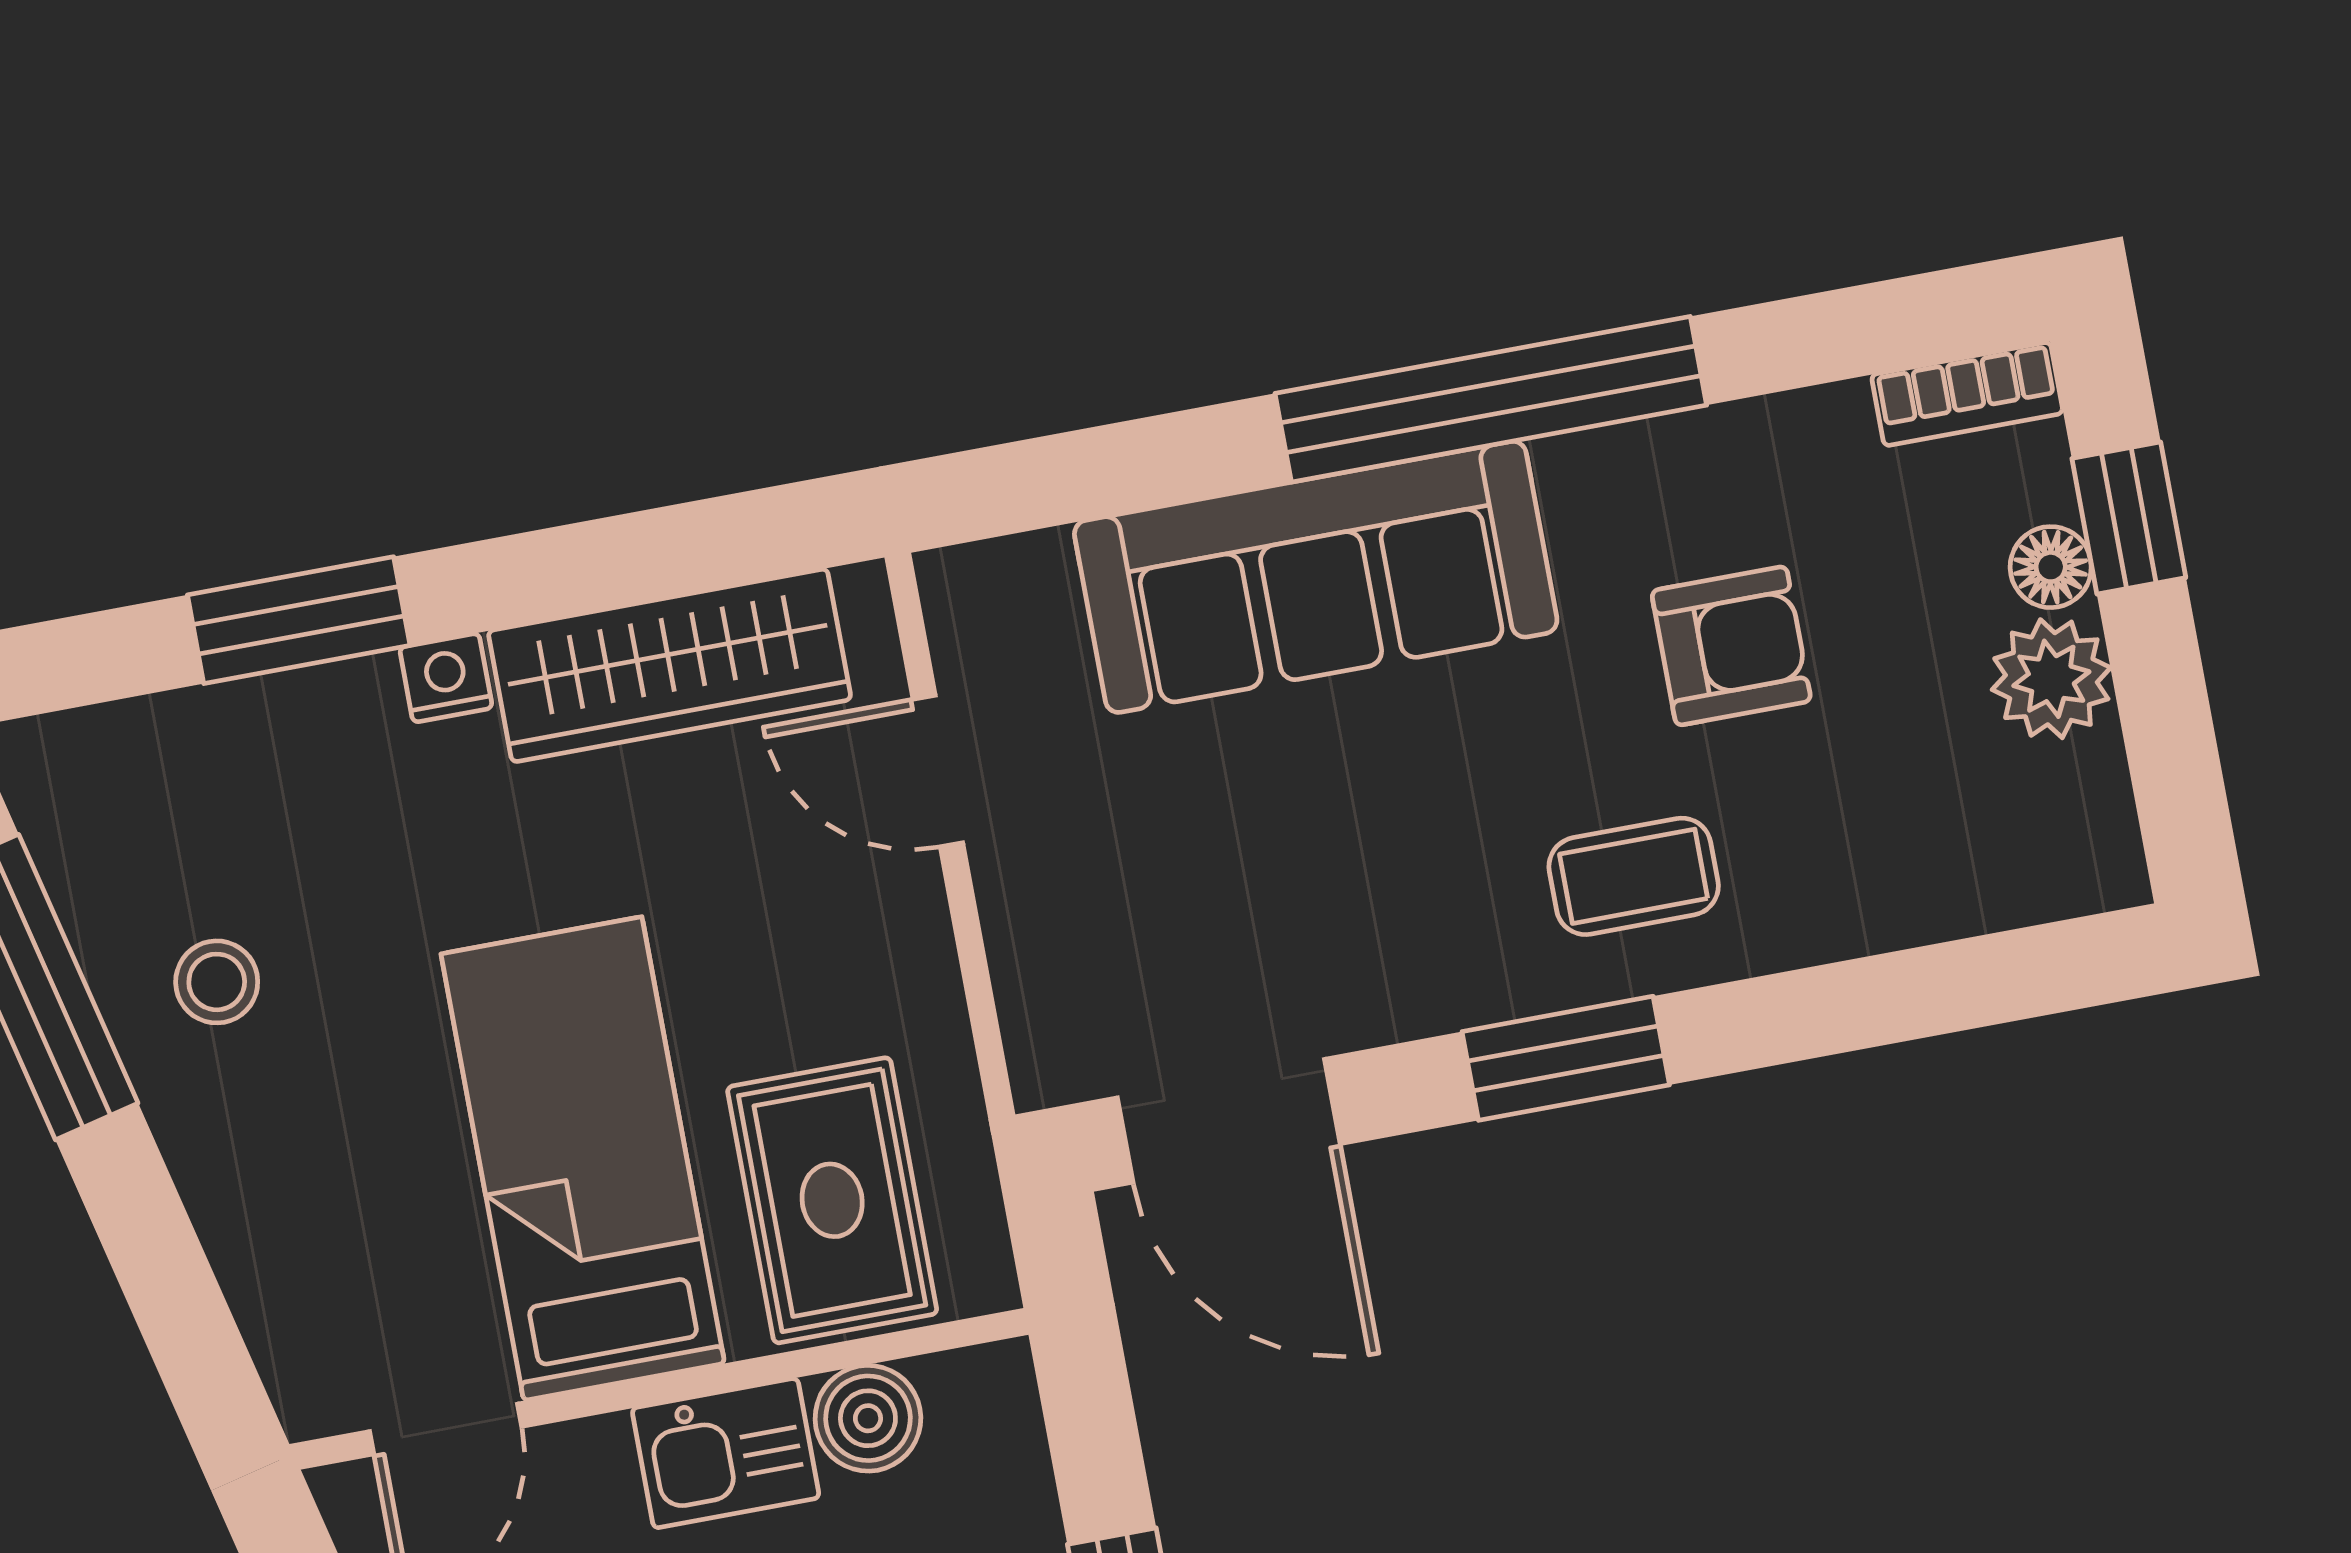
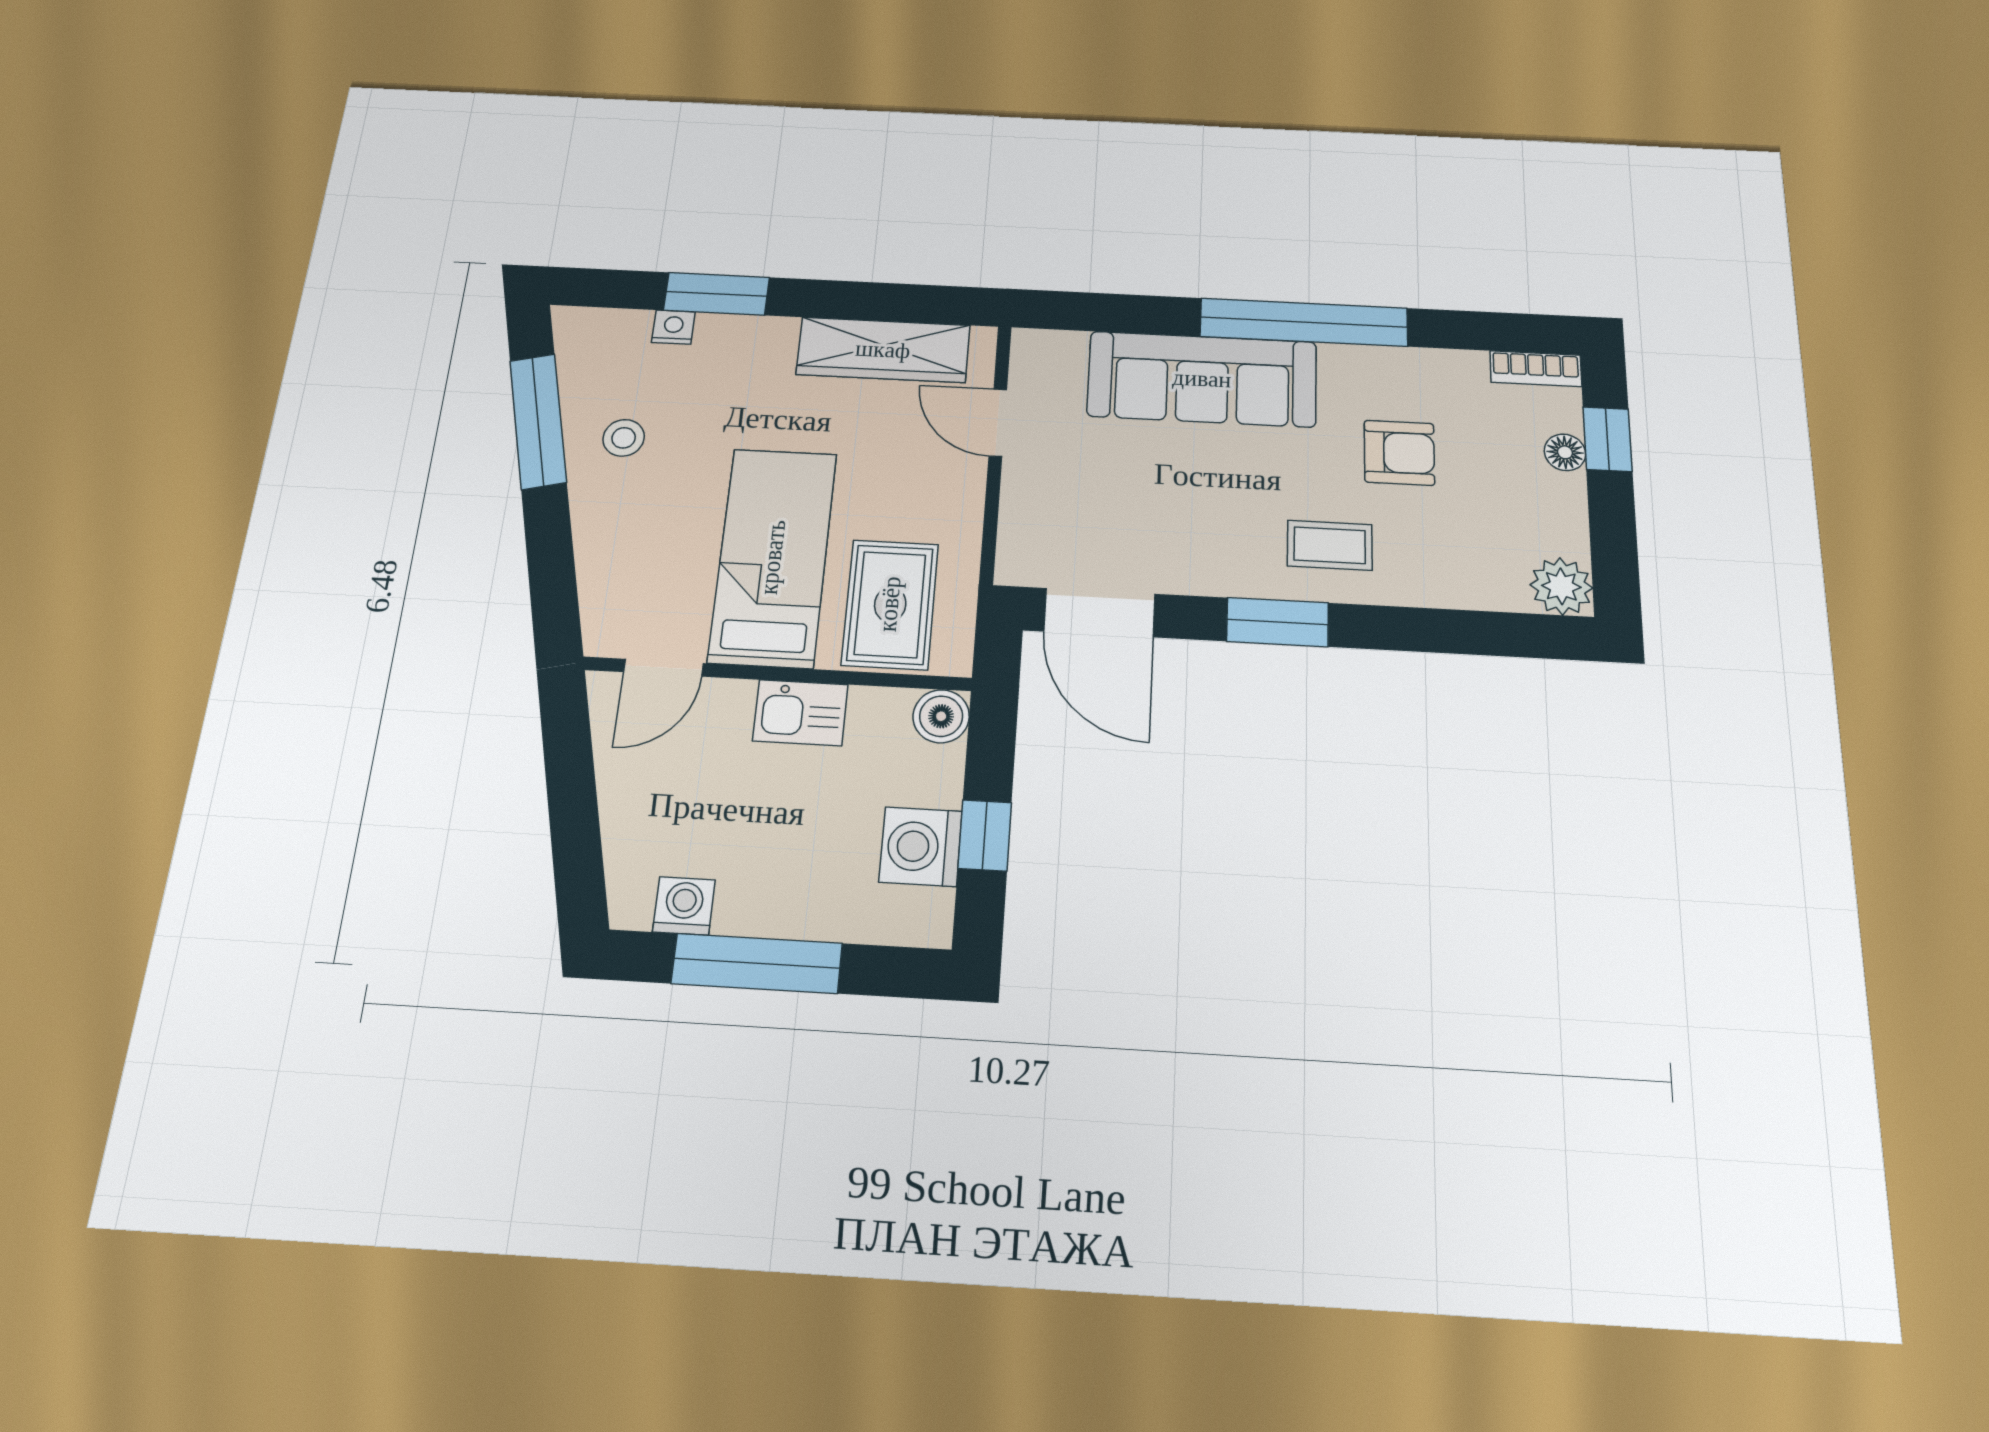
nightstand: (446, 678) -> (673, 327), moved
plant: (2051, 679) -> (1561, 586), moved
boiler: (868, 1418) -> (941, 716), moved

